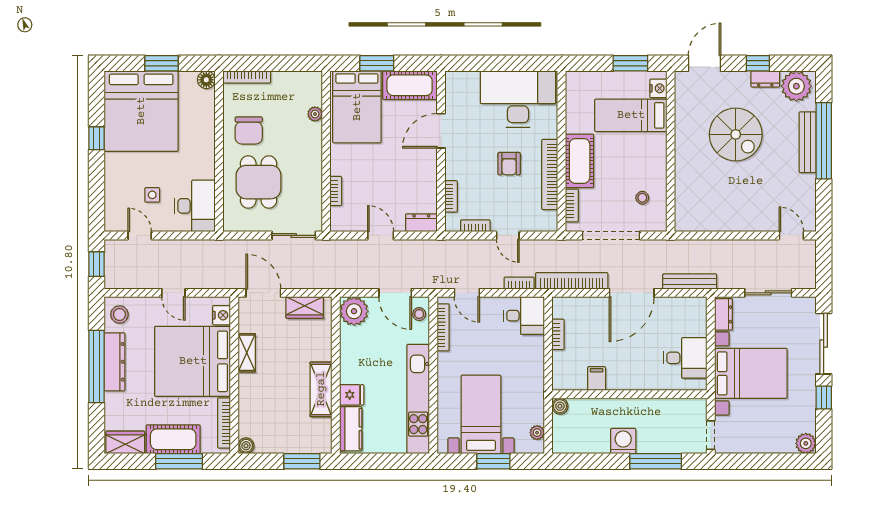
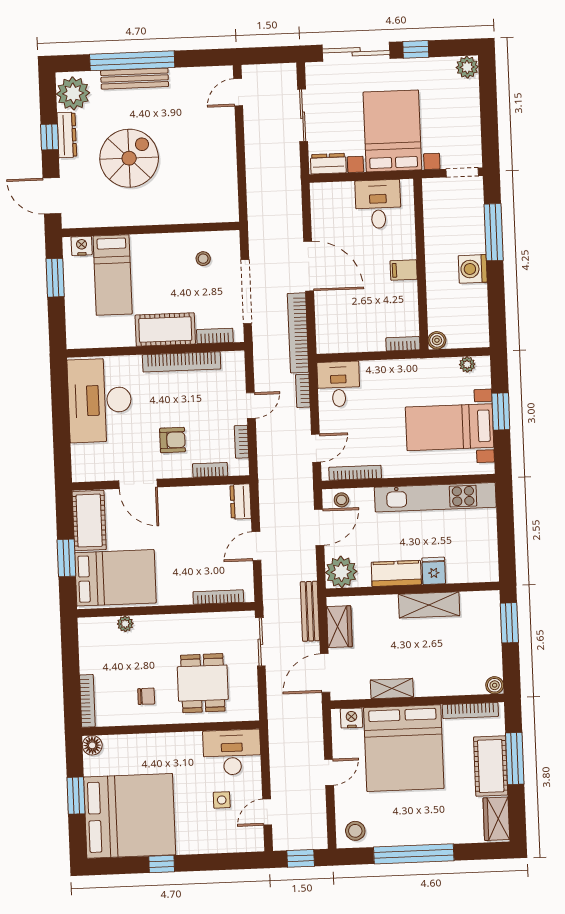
dresser: (765, 79) -> (67, 135), width x1.44
chair: (249, 130) -> (146, 696), width x0.54, depth x0.54
armchair: (509, 164) -> (172, 440), moved
dining table: (259, 182) -> (203, 683), turned 90
bookcase: (336, 191) -> (218, 597), width x1.56
bench: (690, 281) -> (310, 611), moved
bookcase: (558, 334) -> (403, 344), moved
dresser: (115, 362) -> (408, 834), removed
filing cabinet: (597, 379) -> (404, 270), moved
kitchen counter: (351, 429) -> (396, 573), moved

